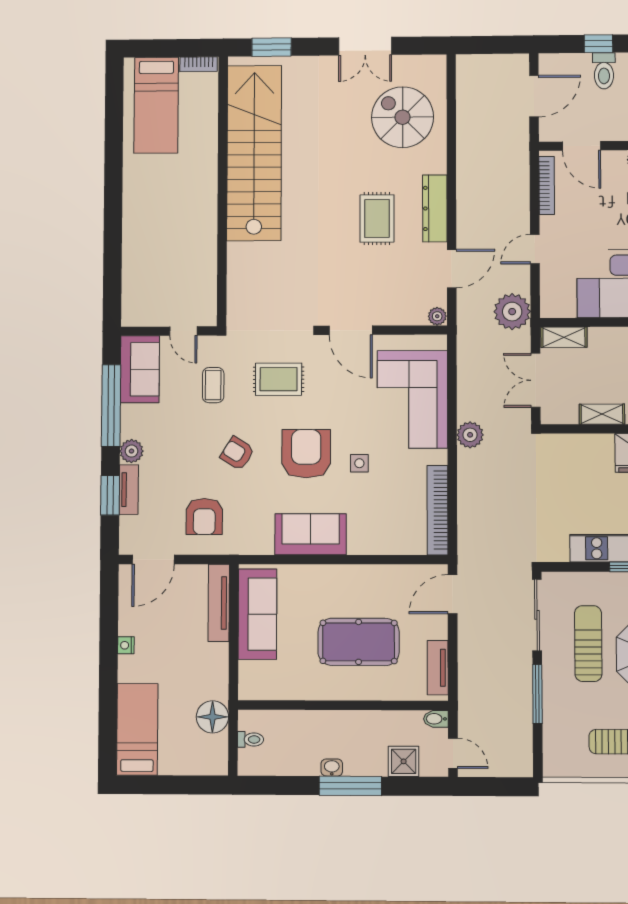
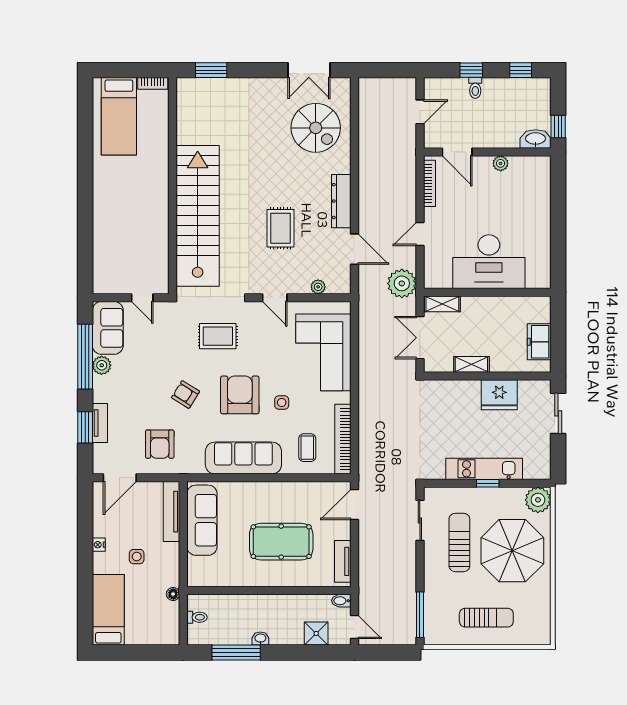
double door: (365, 46) -> (309, 70), moved
toilet: (604, 71) -> (475, 88), width x0.73, depth x0.72
door: (534, 96) -> (420, 112), width x0.73
spiral stairs: (403, 117) -> (316, 128), turned 180
stairs: (254, 153) -> (198, 216), moved
rug: (377, 218) -> (281, 228), moved
door: (452, 269) -> (354, 249), hinge flipped
plant: (437, 316) -> (318, 287), moved
door: (351, 330) -> (275, 298), width x0.73
coffee table: (213, 385) -> (307, 448), moved
plant: (470, 435) -> (368, 380), removed
plant: (131, 451) -> (102, 365), moved
sofa: (311, 534) -> (243, 458), width x1.36
sliding door: (537, 615) -> (420, 520), width x0.73
side table: (174, 661) -> (137, 557), added
window: (537, 694) -> (420, 615), moved
floor lamp: (212, 717) -> (173, 594), width x0.53, depth x0.53
window: (350, 786) -> (236, 652), moved

